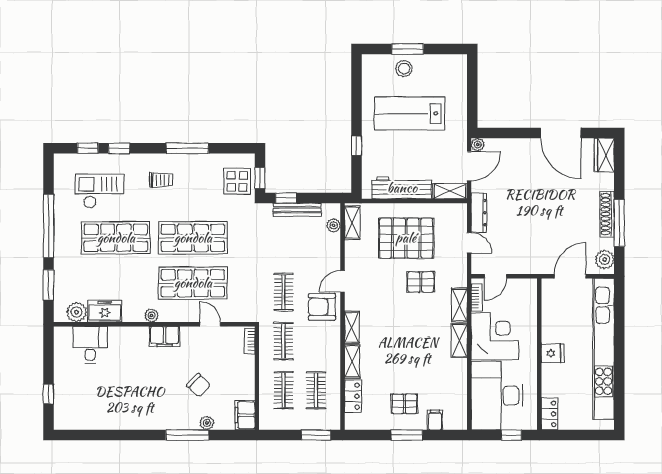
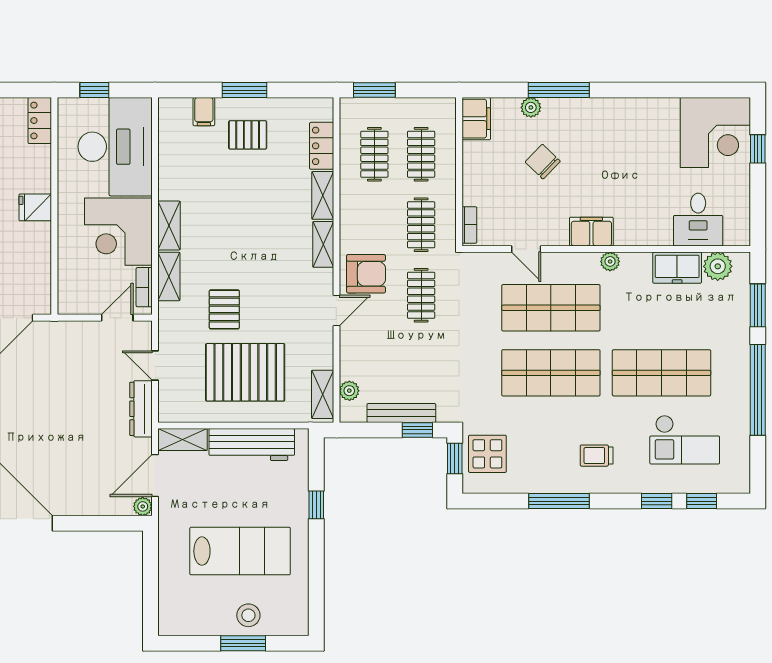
pallet: (421, 282) -> (224, 309), turned 90
corner desk: (78, 405) -> (715, 132), added

